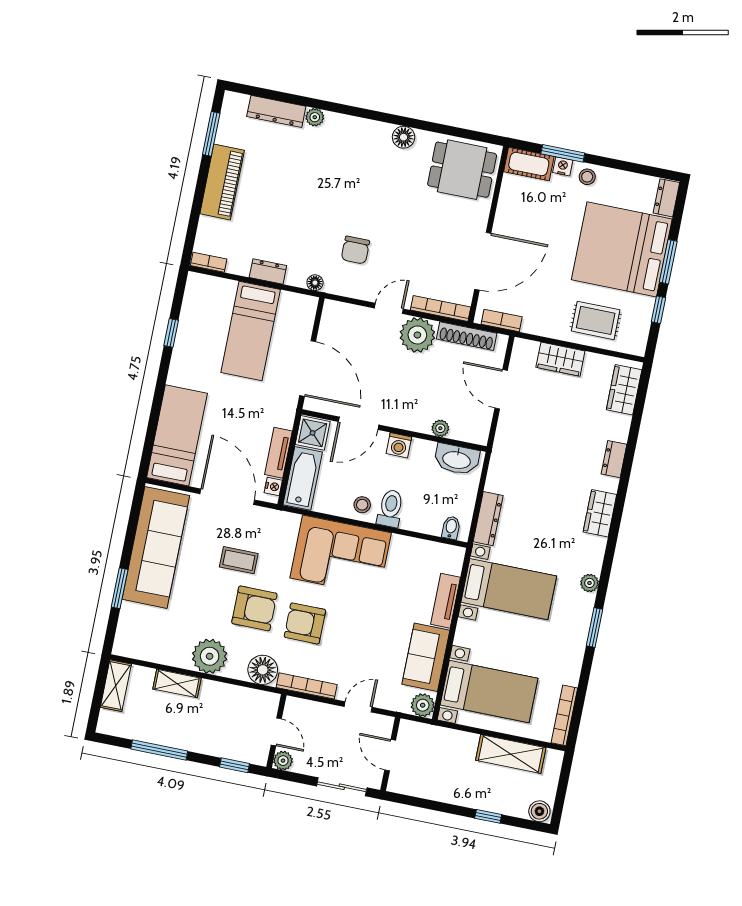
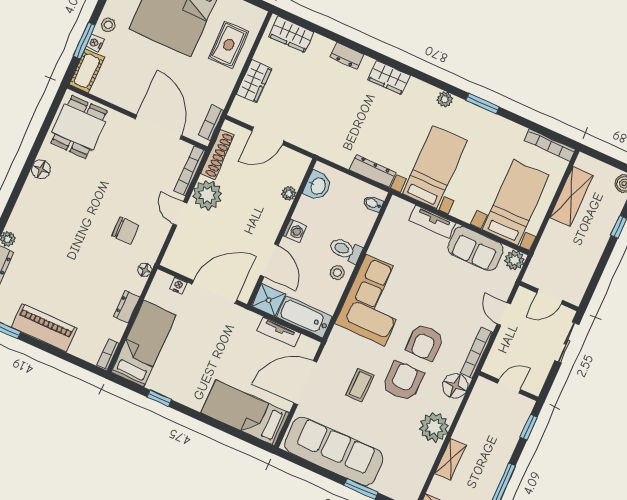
bed: (251, 331) -> (144, 344), moved, turned -90
washbasin: (457, 459) -> (317, 186), width x0.72
nightstand: (273, 487) -> (178, 286), moved
plant: (283, 761) -> (534, 386), removed

